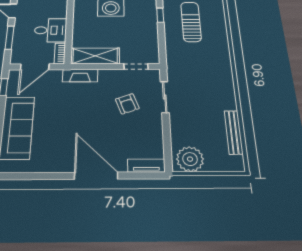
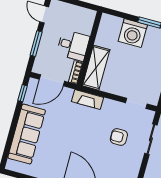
shelving: (95, 56) -> (96, 68), moved, turned 90
armchair: (127, 104) -> (119, 137), turned 110

